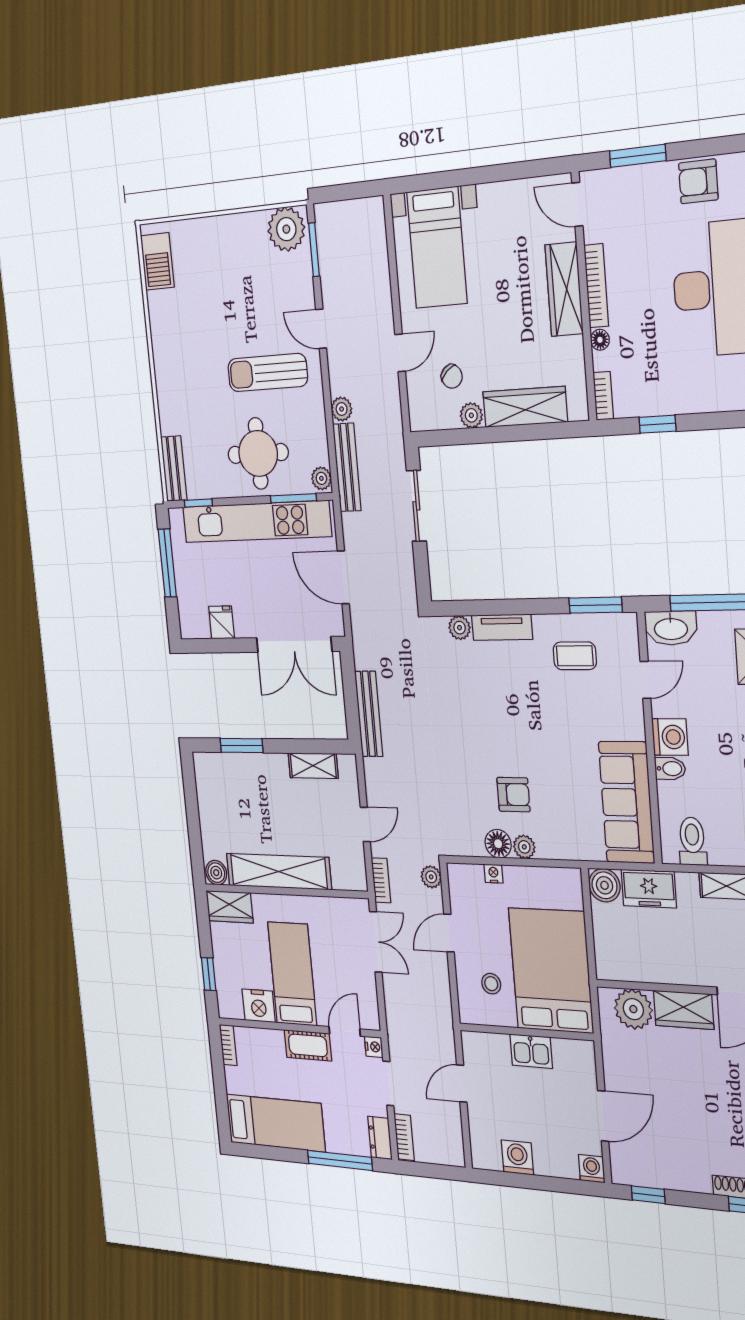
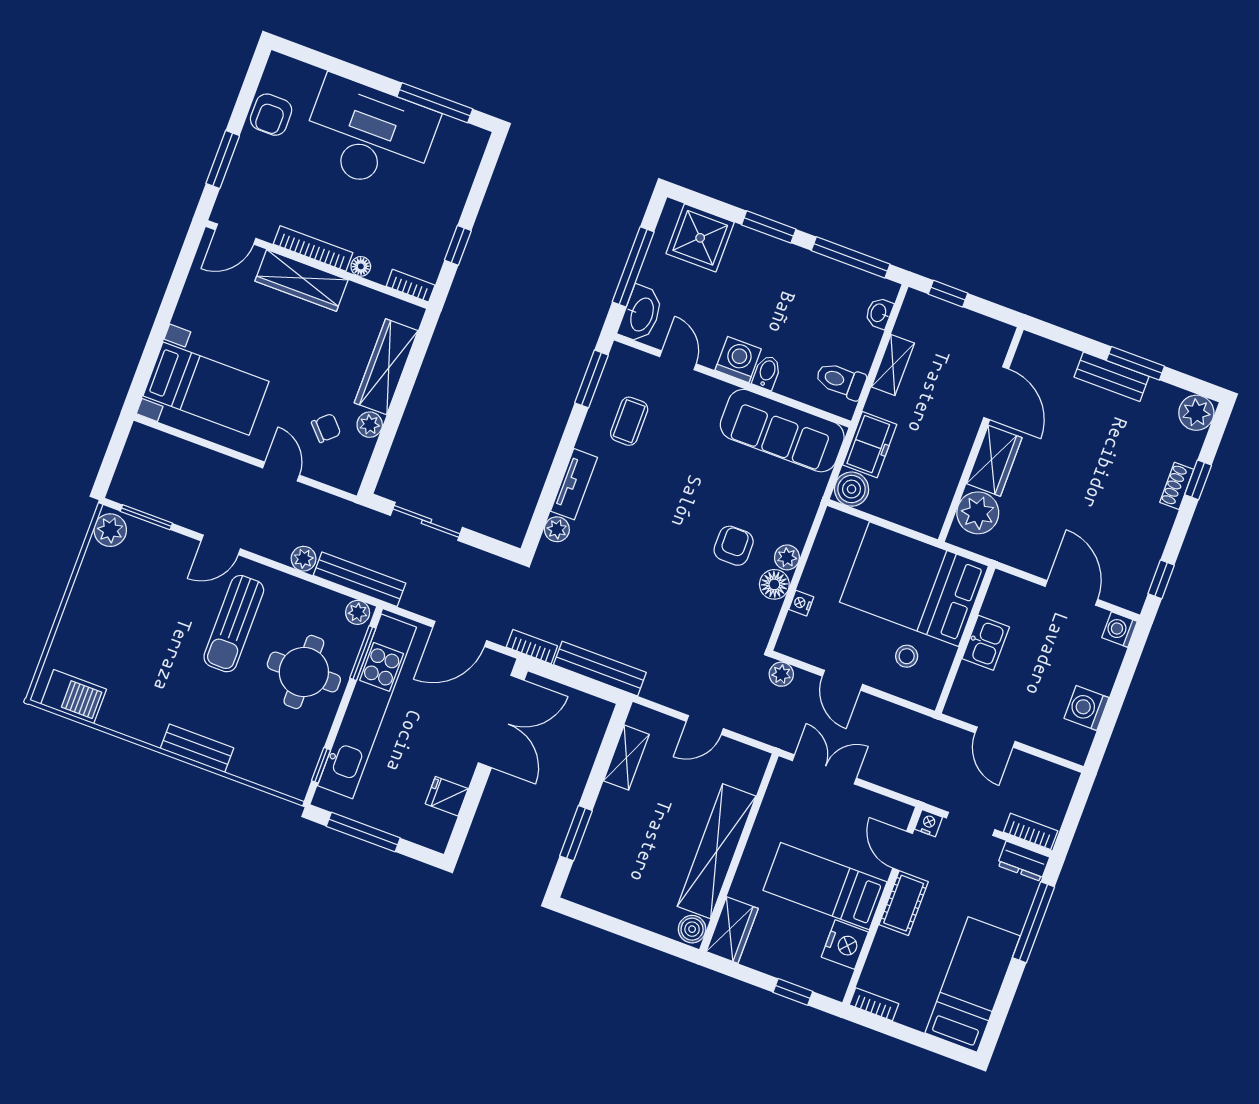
plant: (286, 229) -> (110, 530), width x0.73, depth x0.73
bench: (174, 469) -> (197, 748), moved
door: (365, 824) -> (705, 725), swing flipped
bookcase: (381, 880) -> (532, 647), moved

